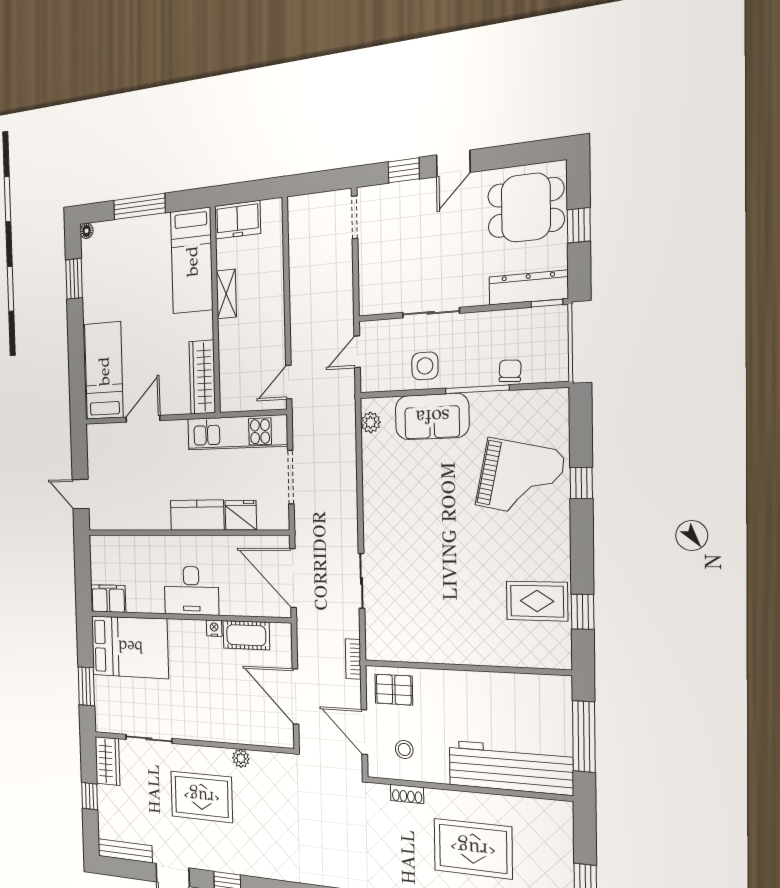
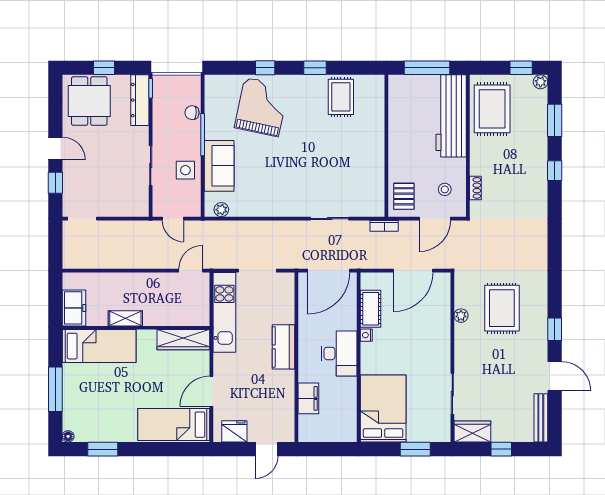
door: (289, 382) -> (191, 271), swing flipped
door: (143, 419) -> (211, 391), hinge flipped
fridge: (241, 515) -> (234, 431), moved, turned 90
filing cabinet: (108, 599) -> (308, 398), moved, turned 180
window: (583, 612) -> (315, 68), moved
rug: (202, 797) -> (502, 308), moved
rug: (473, 849) -> (492, 109), moved

